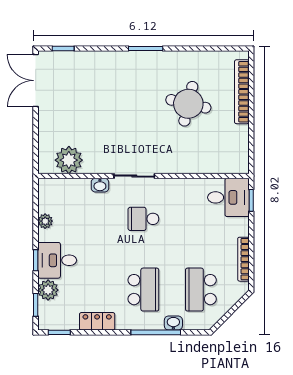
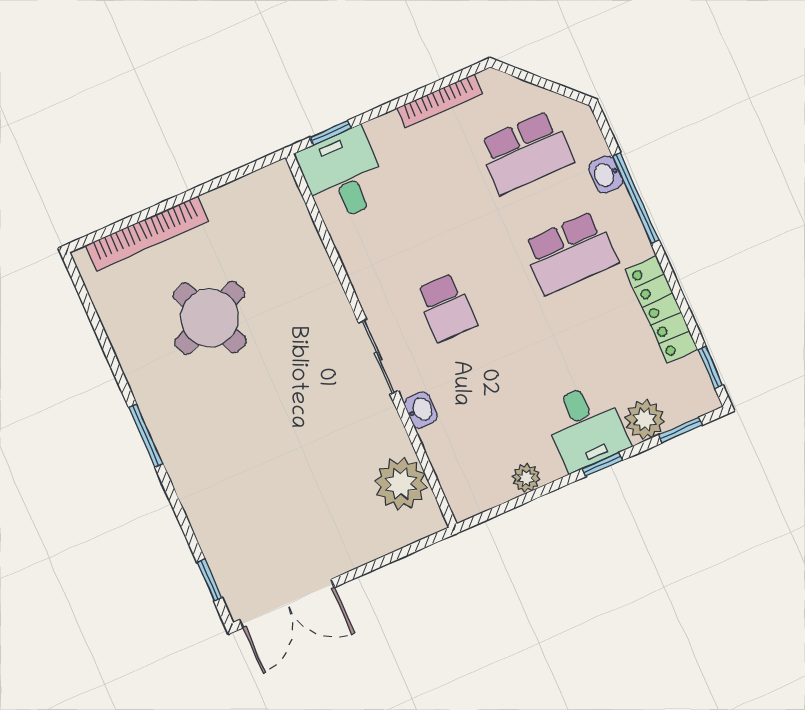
round table: (188, 104) -> (210, 318), turned -36
school desk: (143, 290) -> (570, 253), turned 180
locker: (97, 321) -> (662, 309), width x1.53

